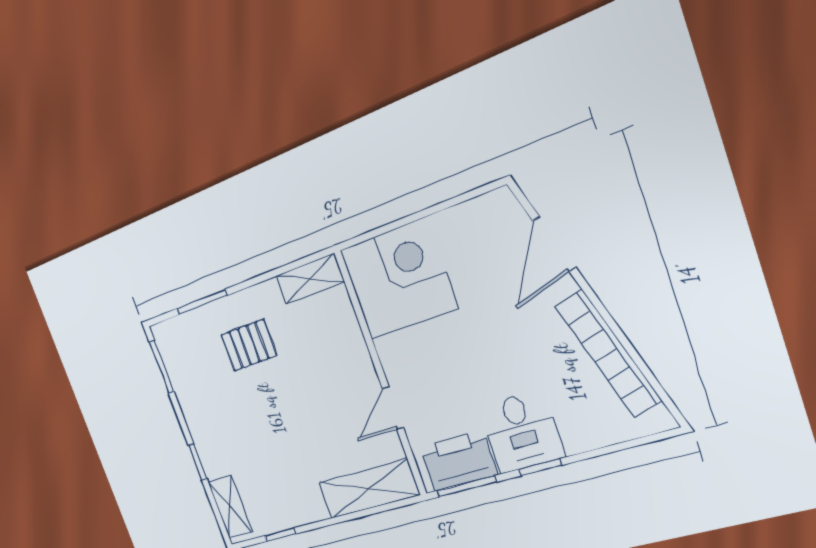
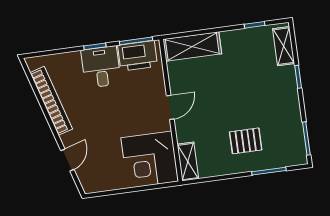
door: (554, 244) -> (67, 160), width x0.73
shelving: (310, 279) -> (188, 161), moved, turned 90
door: (393, 408) -> (170, 107), moved

